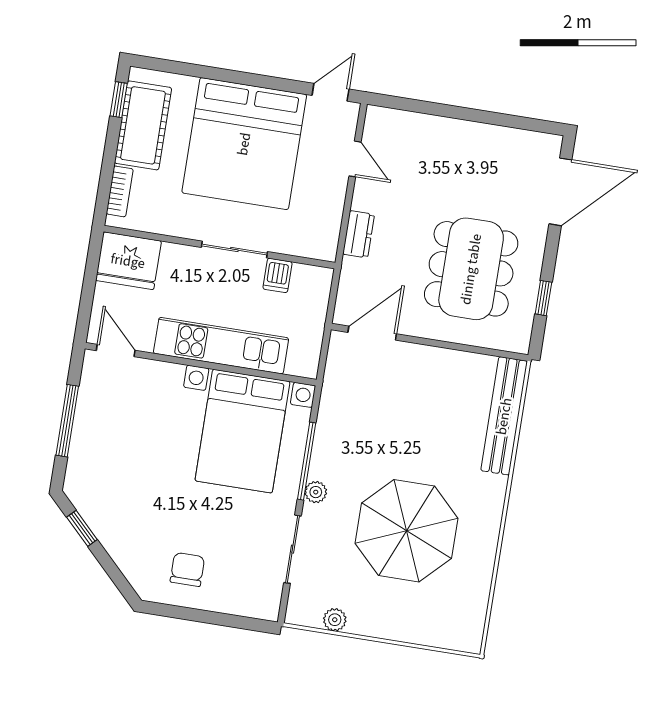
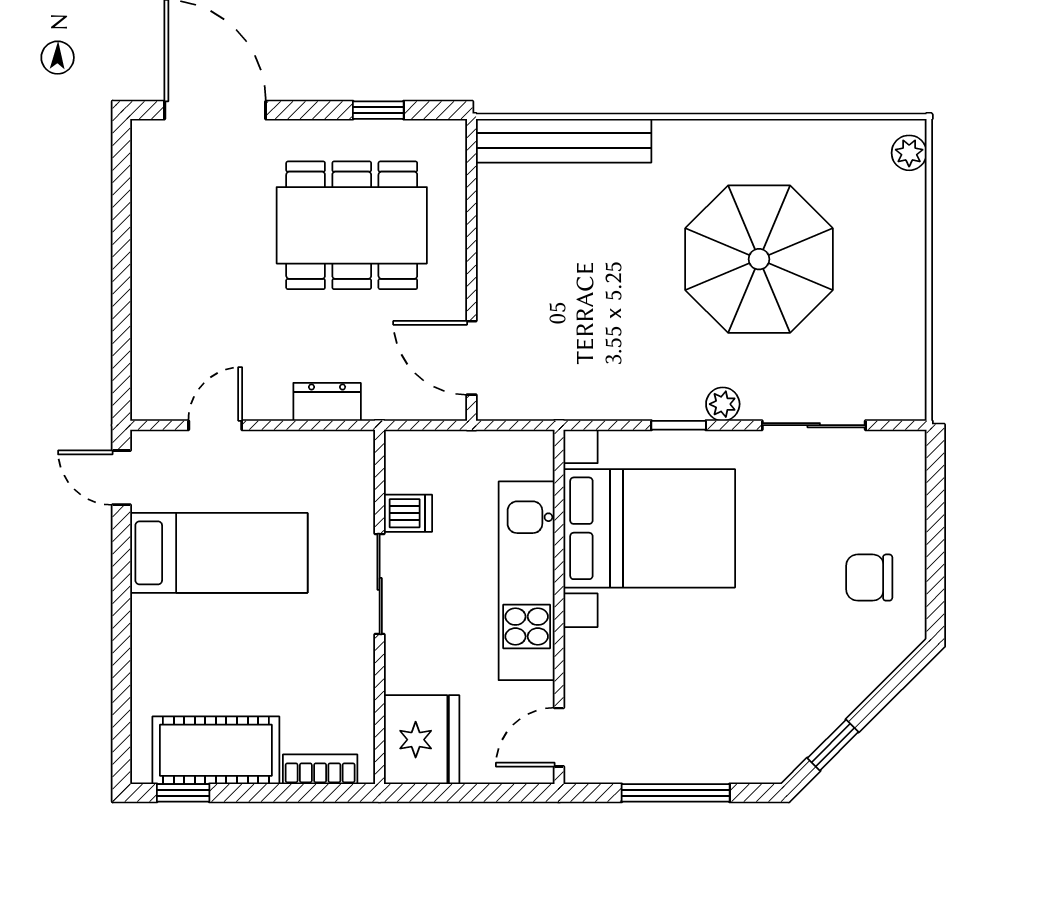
bed: (244, 144) -> (219, 553), width x0.49
window: (307, 461) -> (679, 425), width x0.46
plant: (335, 620) -> (909, 153), moved

